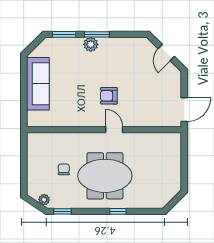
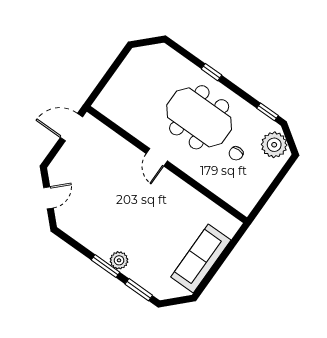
armchair: (109, 96) -> (138, 195), removed
plant: (44, 200) -> (274, 145), width x1.87, depth x1.87

